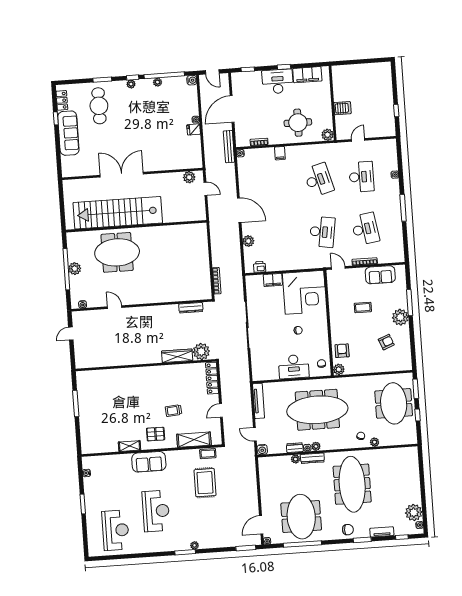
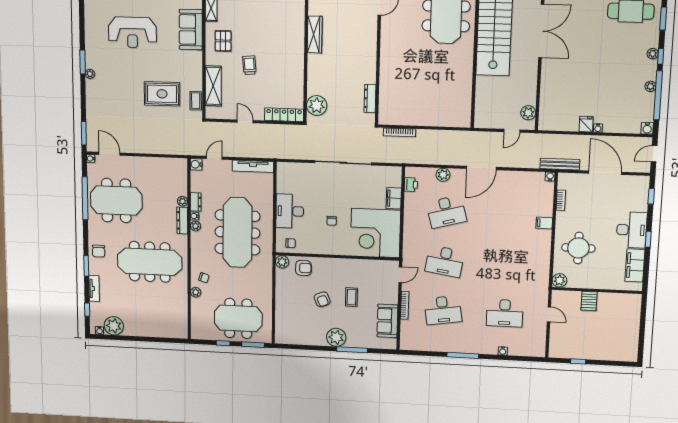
desk: (319, 180) -> (446, 212), moved
armchair: (386, 342) -> (322, 299), moved
wardrobe: (177, 356) -> (315, 34), moved

